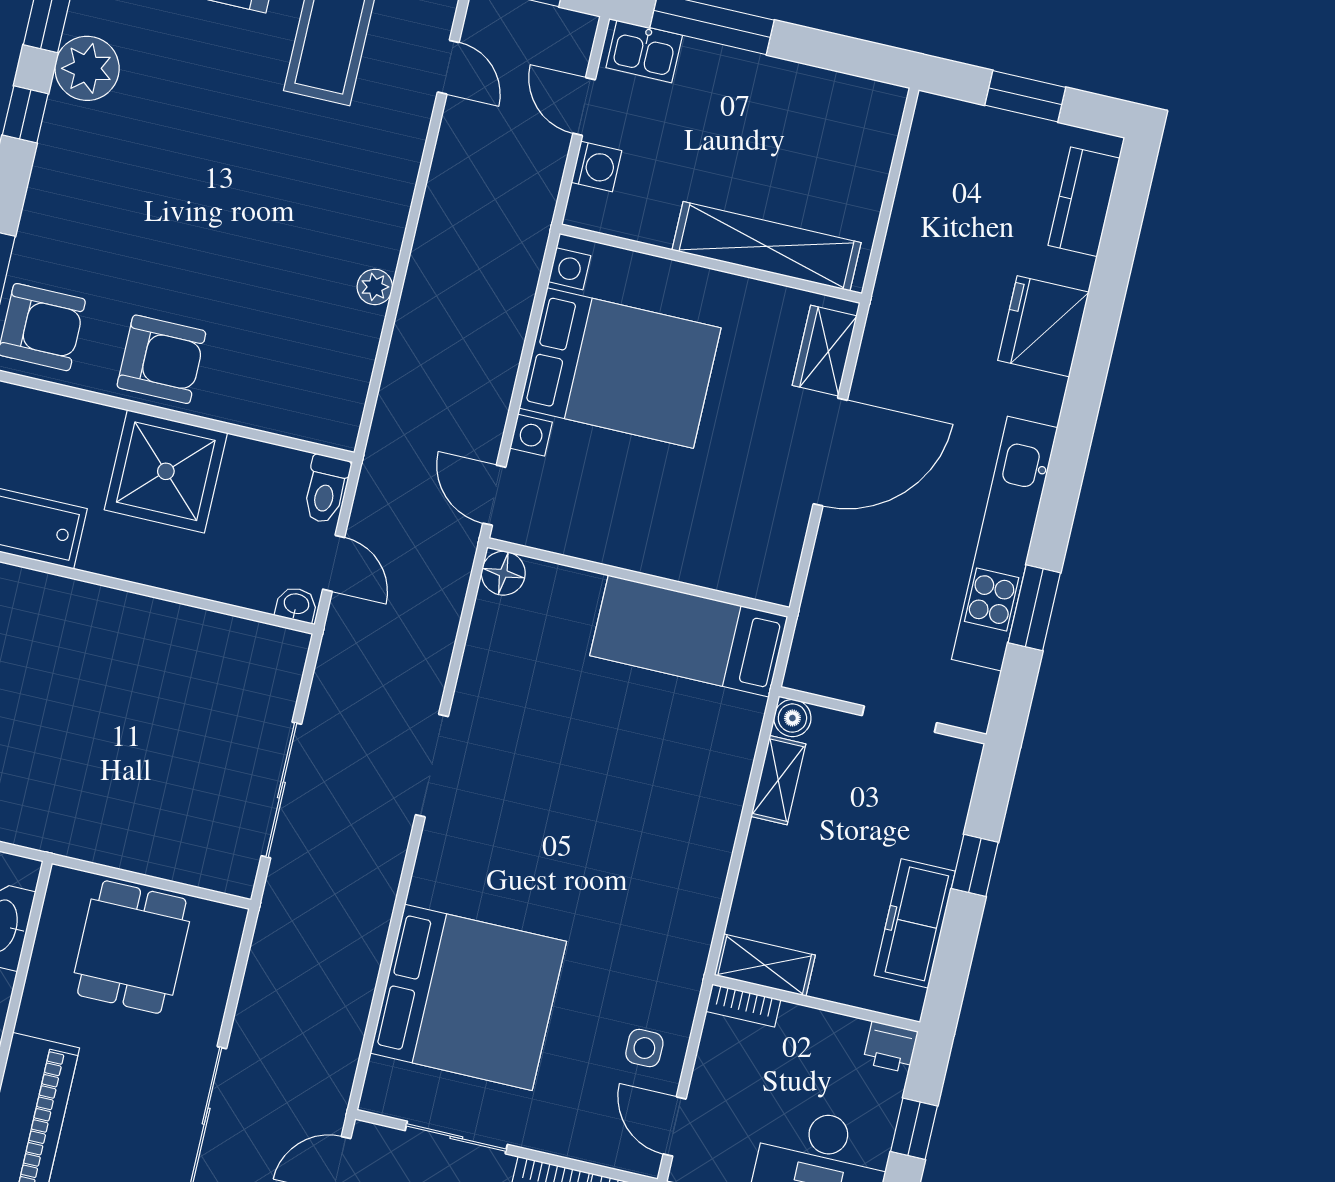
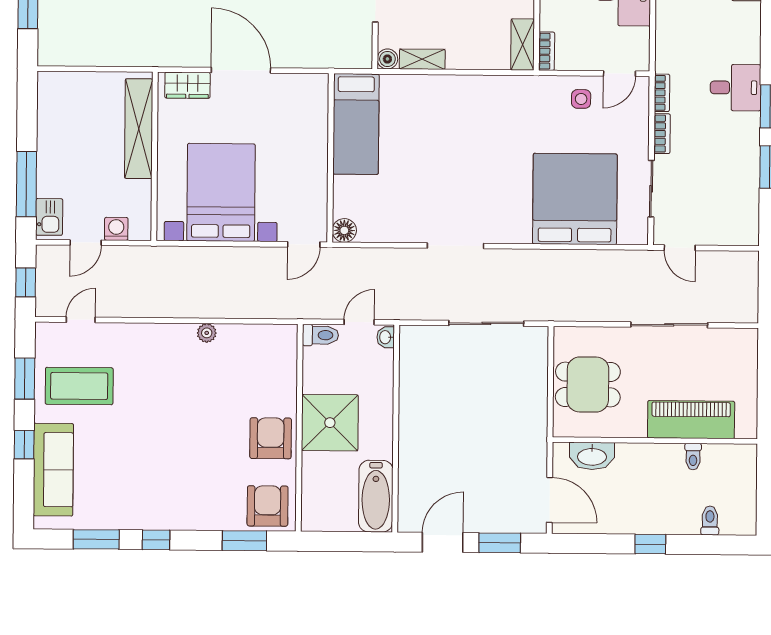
plant: (87, 68) -> (124, 512), removed

